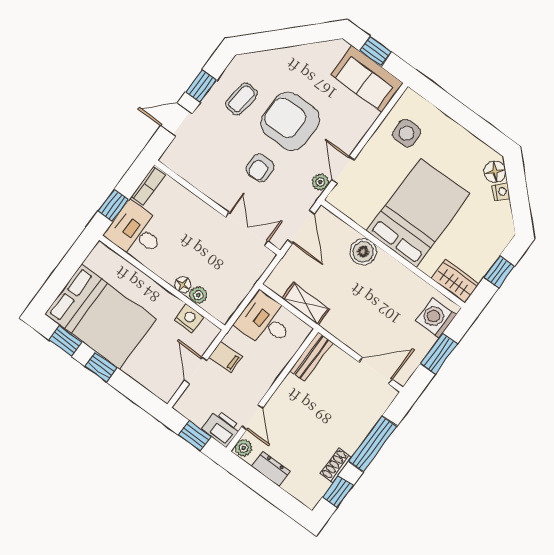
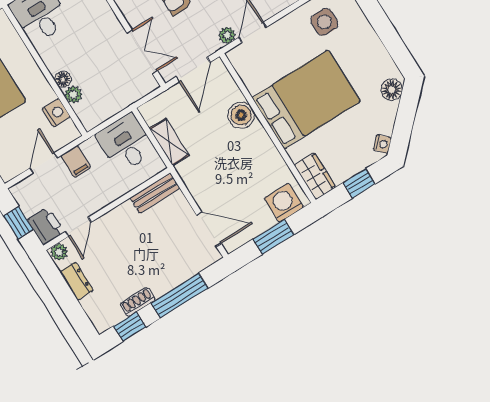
nightstand: (501, 192) -> (382, 144), moved

